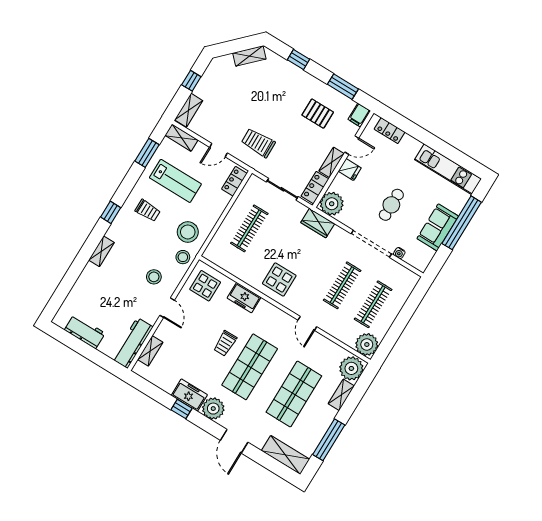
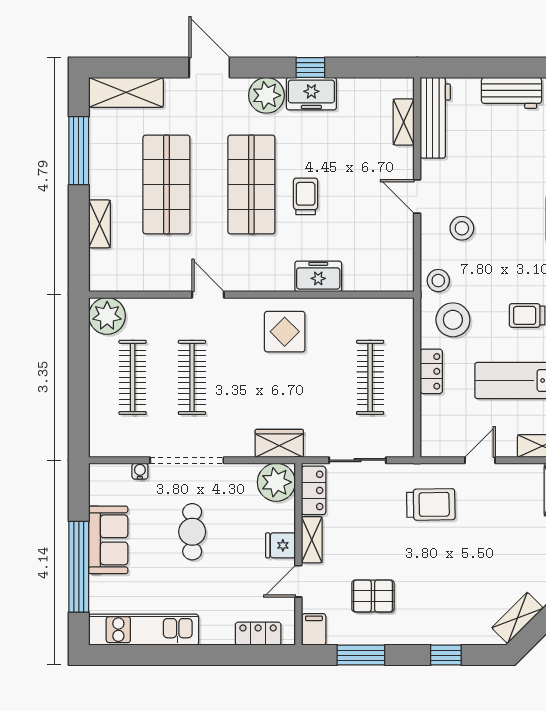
locker: (234, 181) -> (431, 371), moved
display table: (205, 286) -> (383, 260), removed
plant: (351, 368) -> (108, 269), removed

